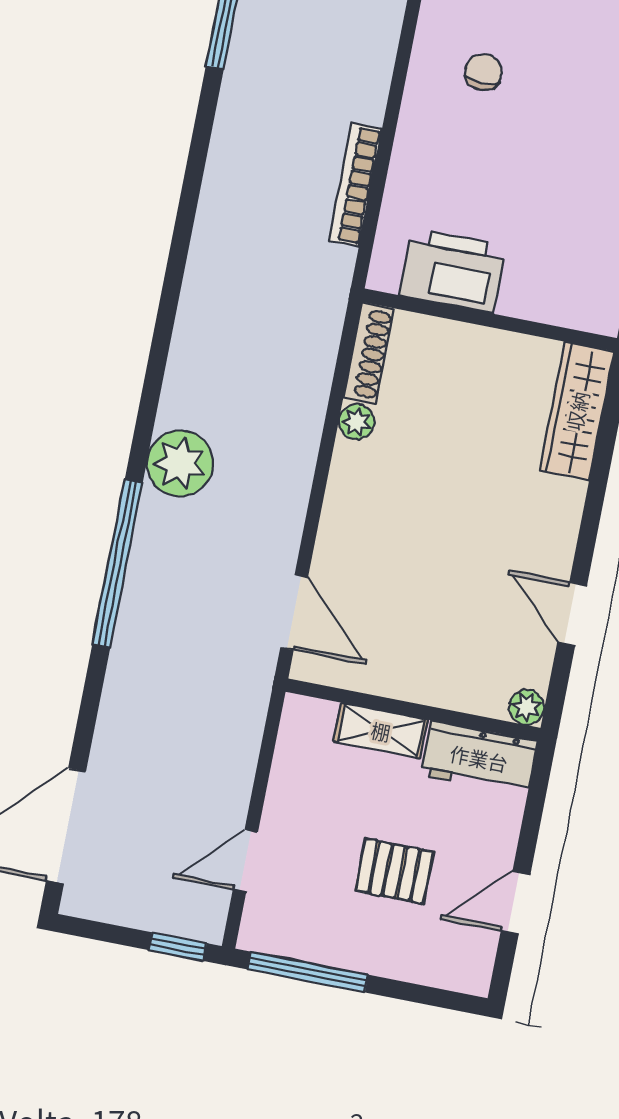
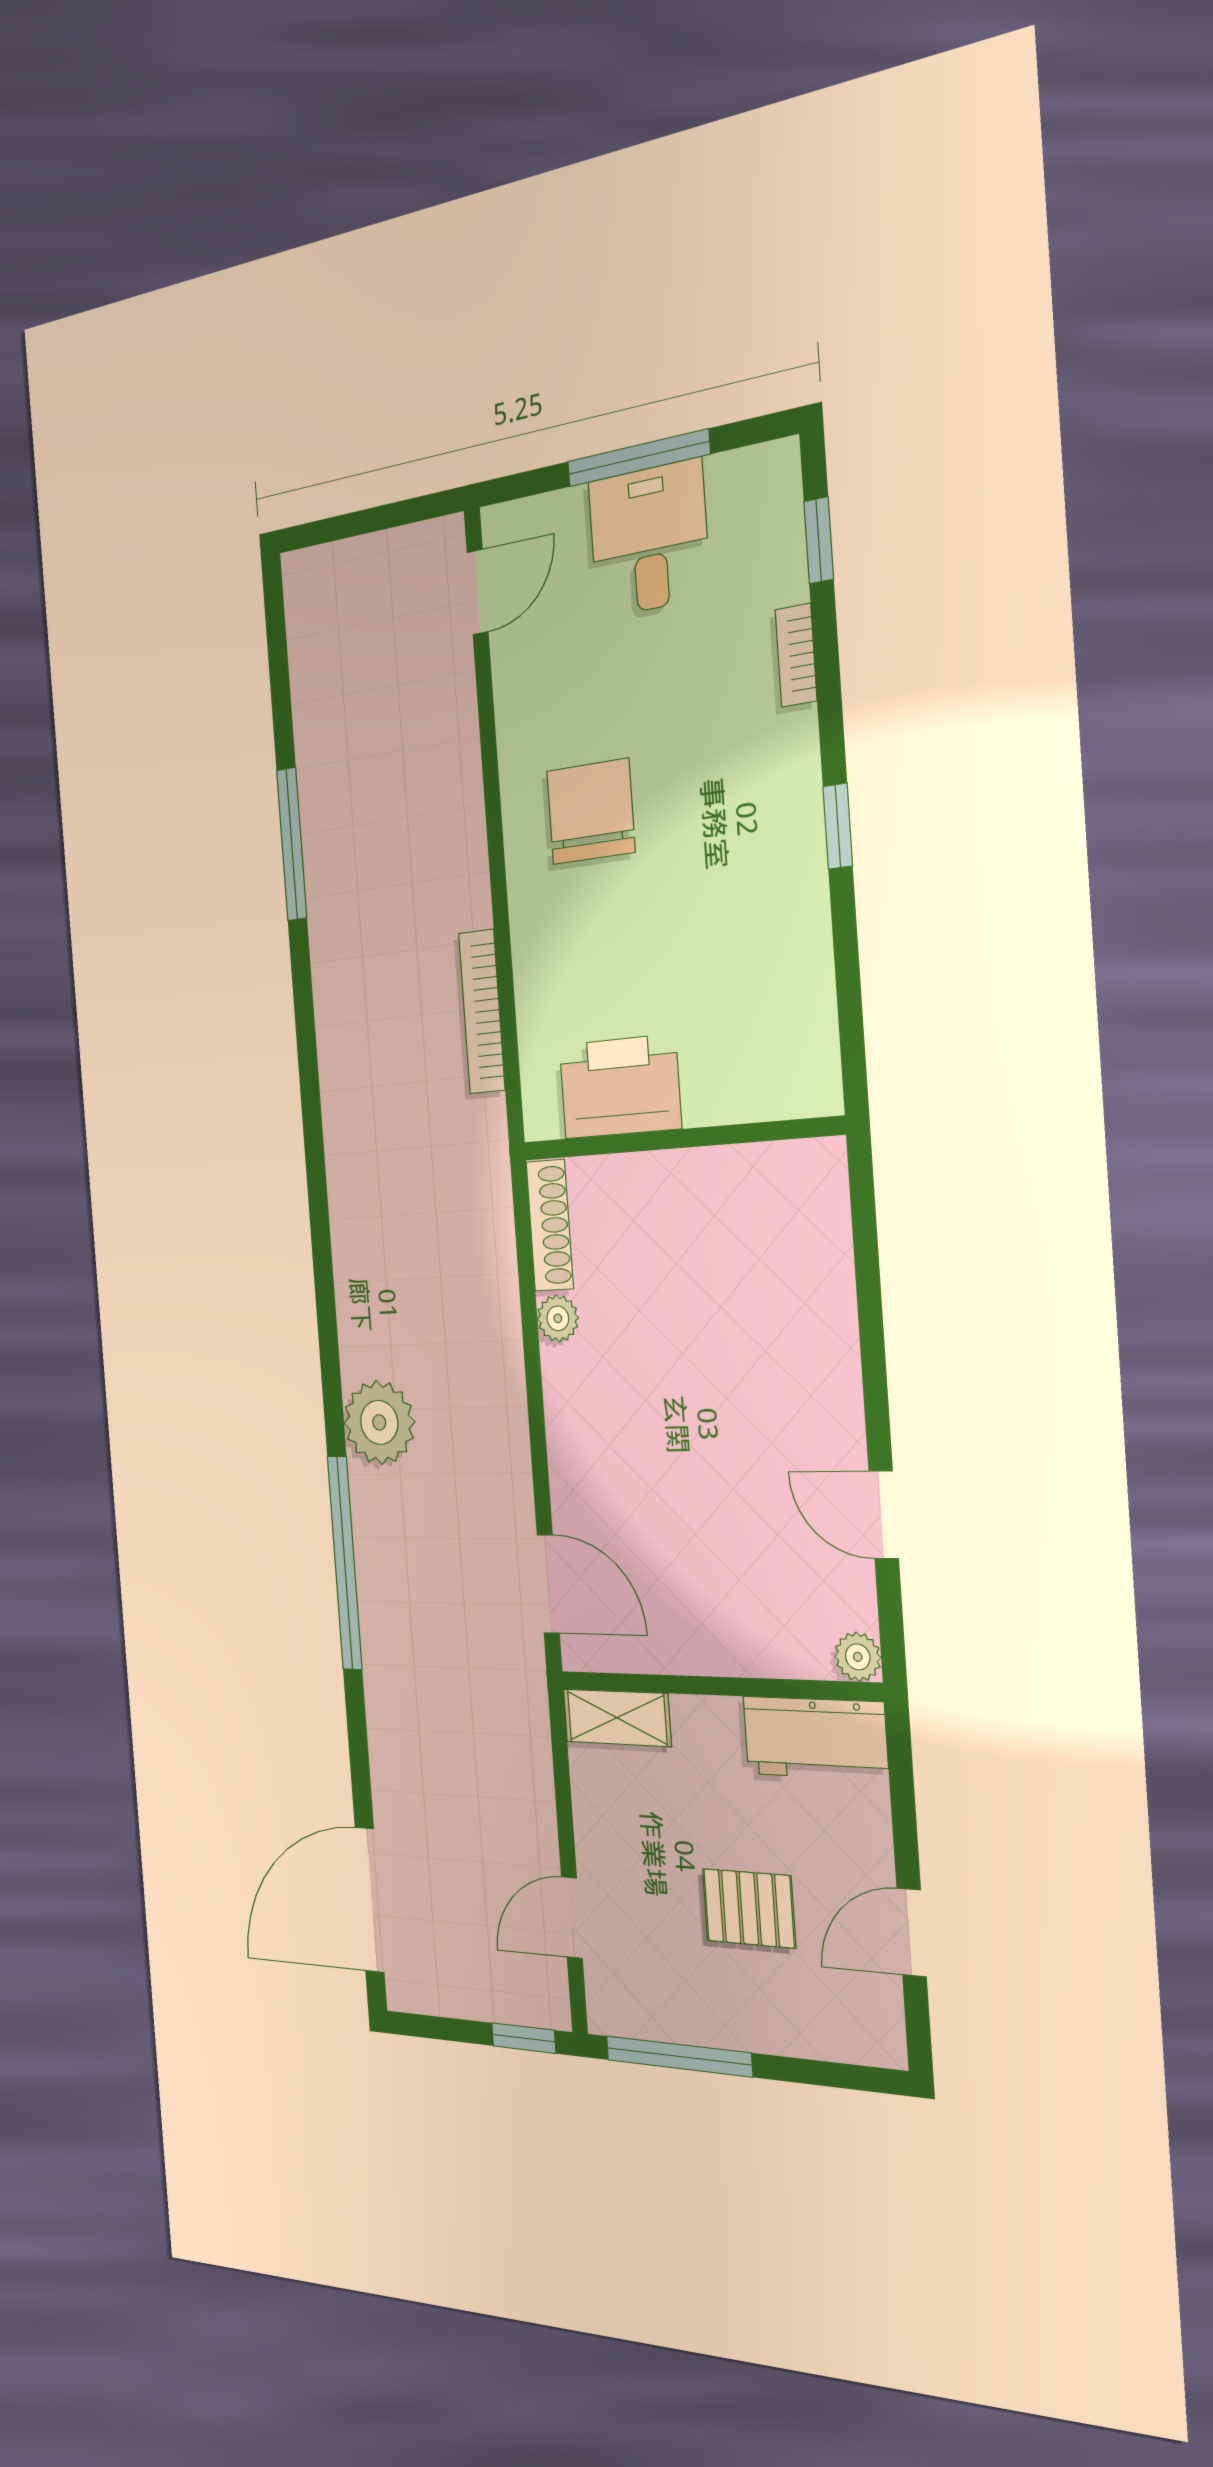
chair: (483, 72) -> (591, 812), width x1.87, depth x1.87
wardrobe: (577, 411) -> (819, 1231), removed
shelving: (381, 731) -> (617, 1718), moved

